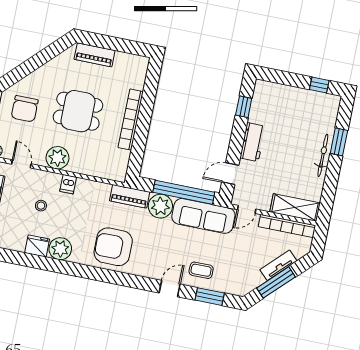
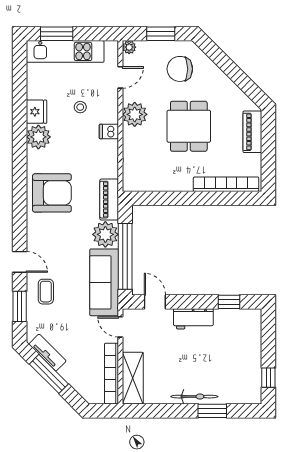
bookcase: (131, 120) -> (226, 184), moved
armchair: (113, 247) -> (52, 193), turned 90
tv unit: (278, 265) -> (47, 353), moved

